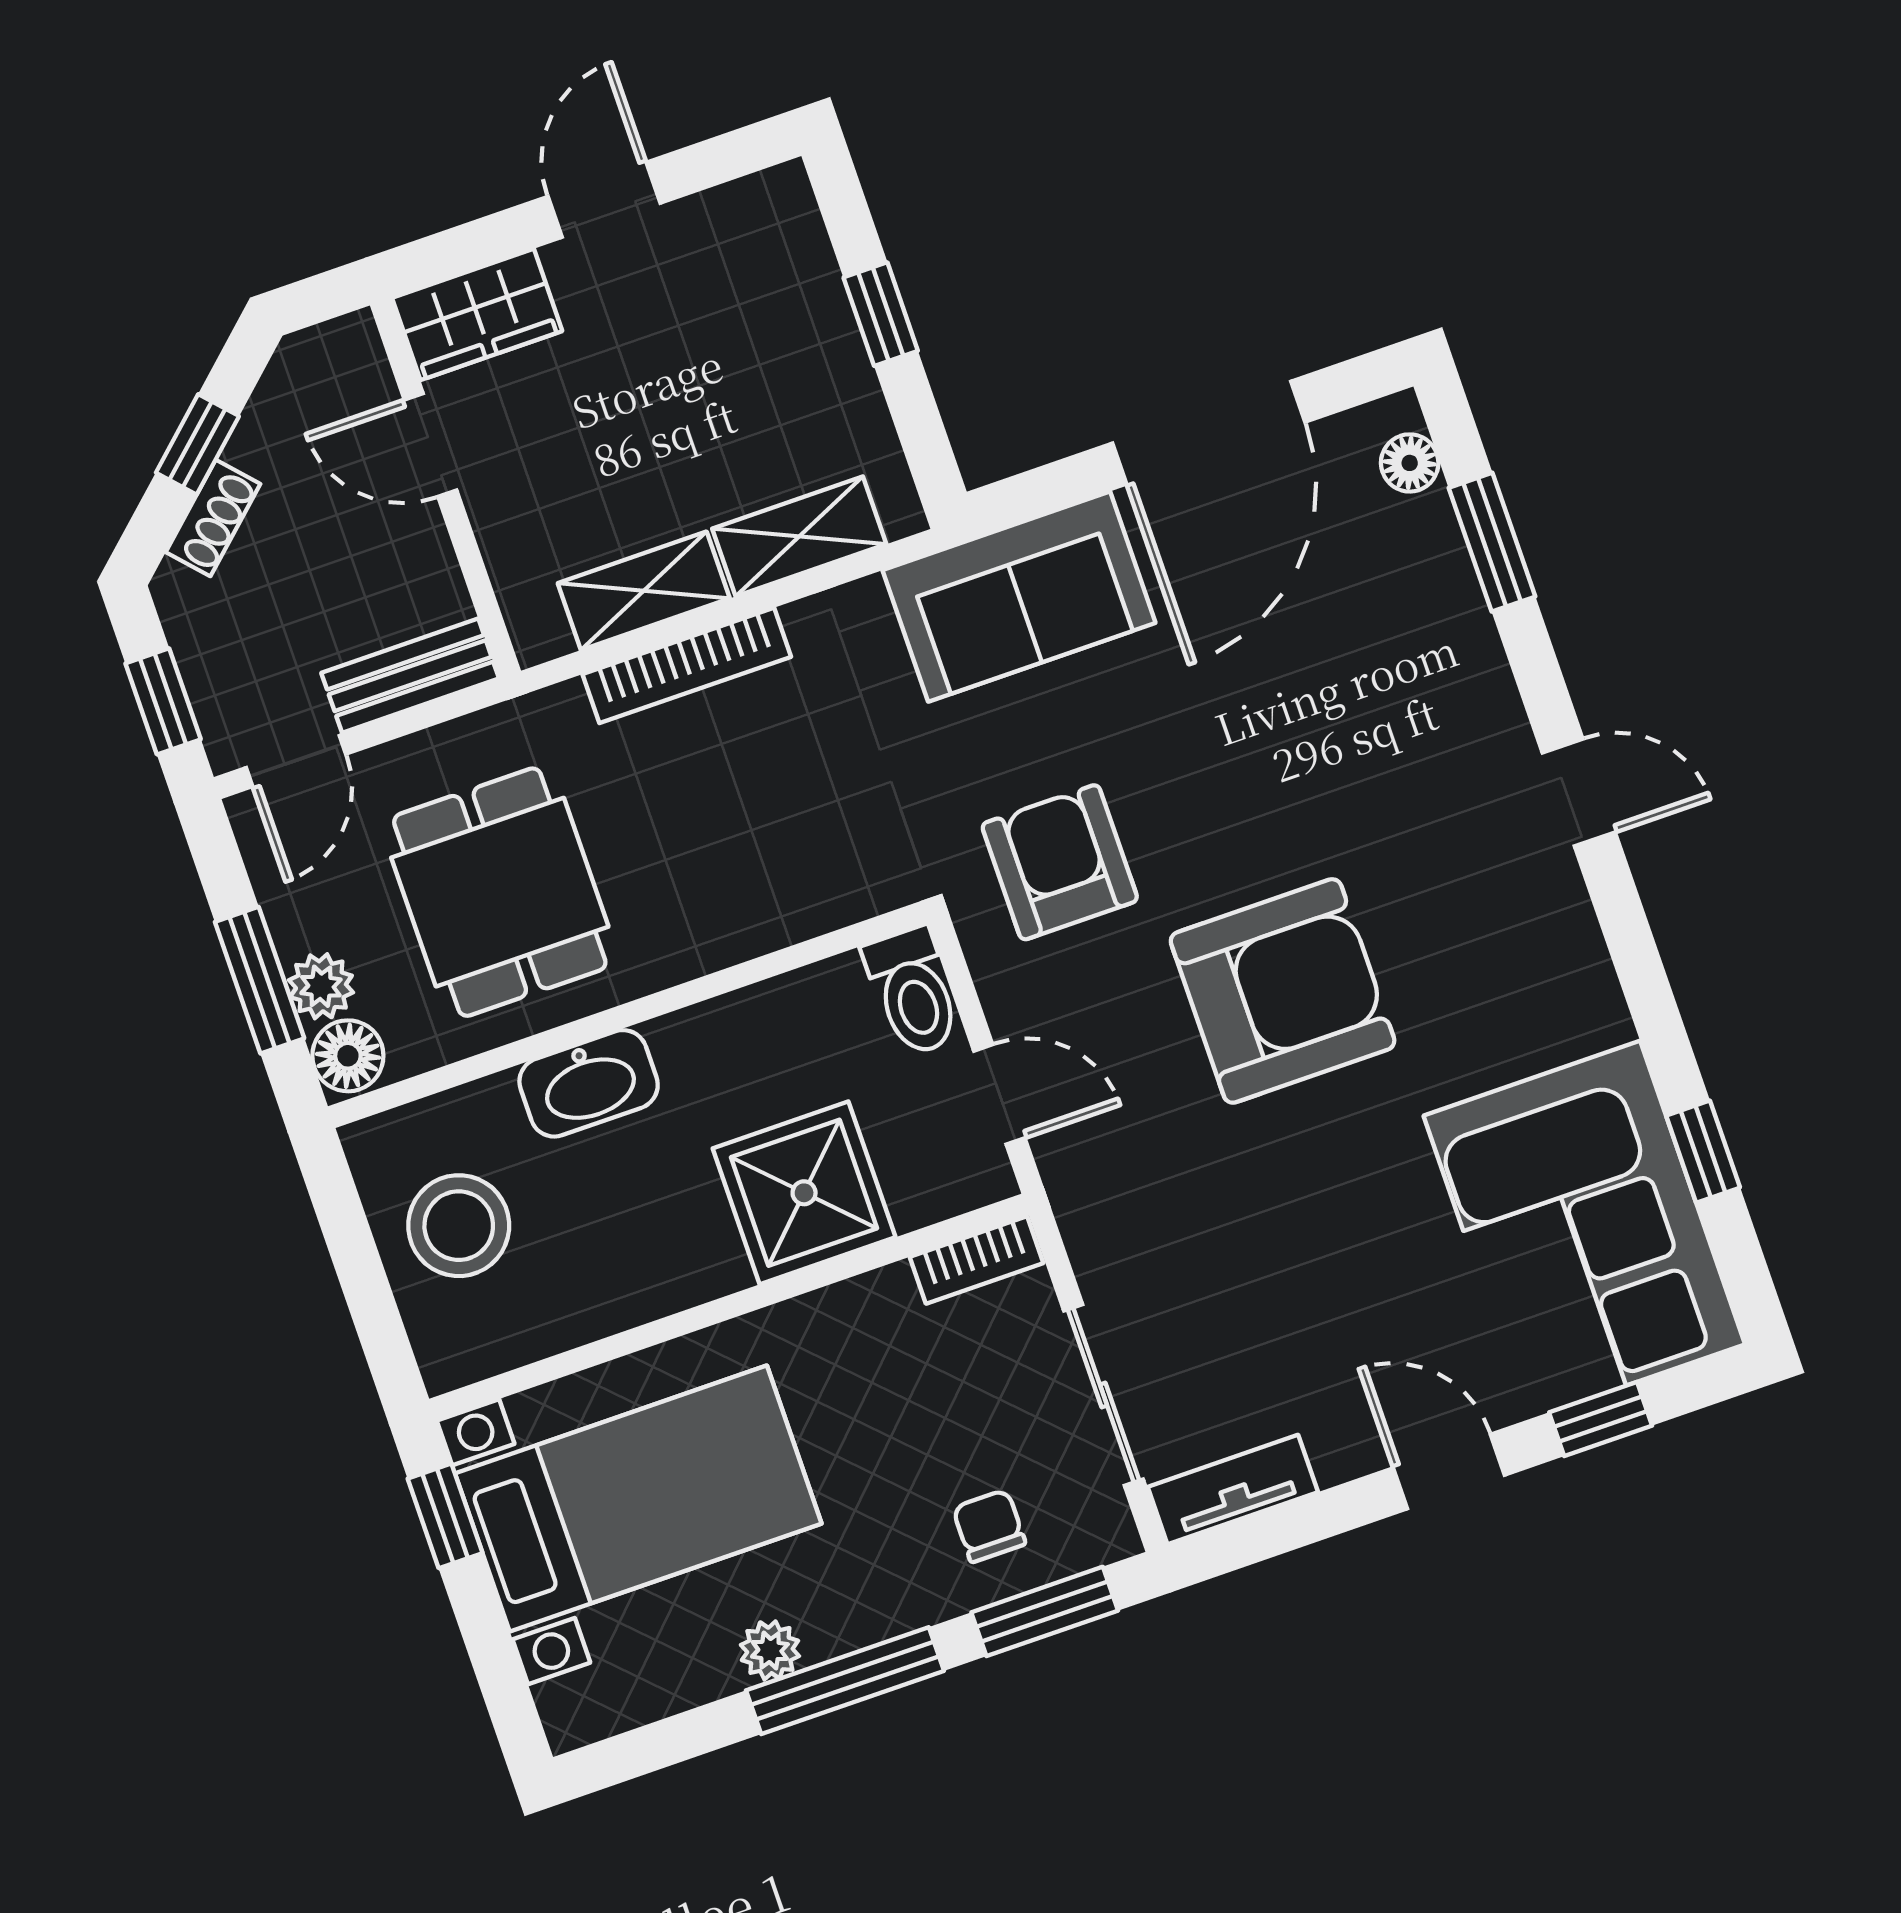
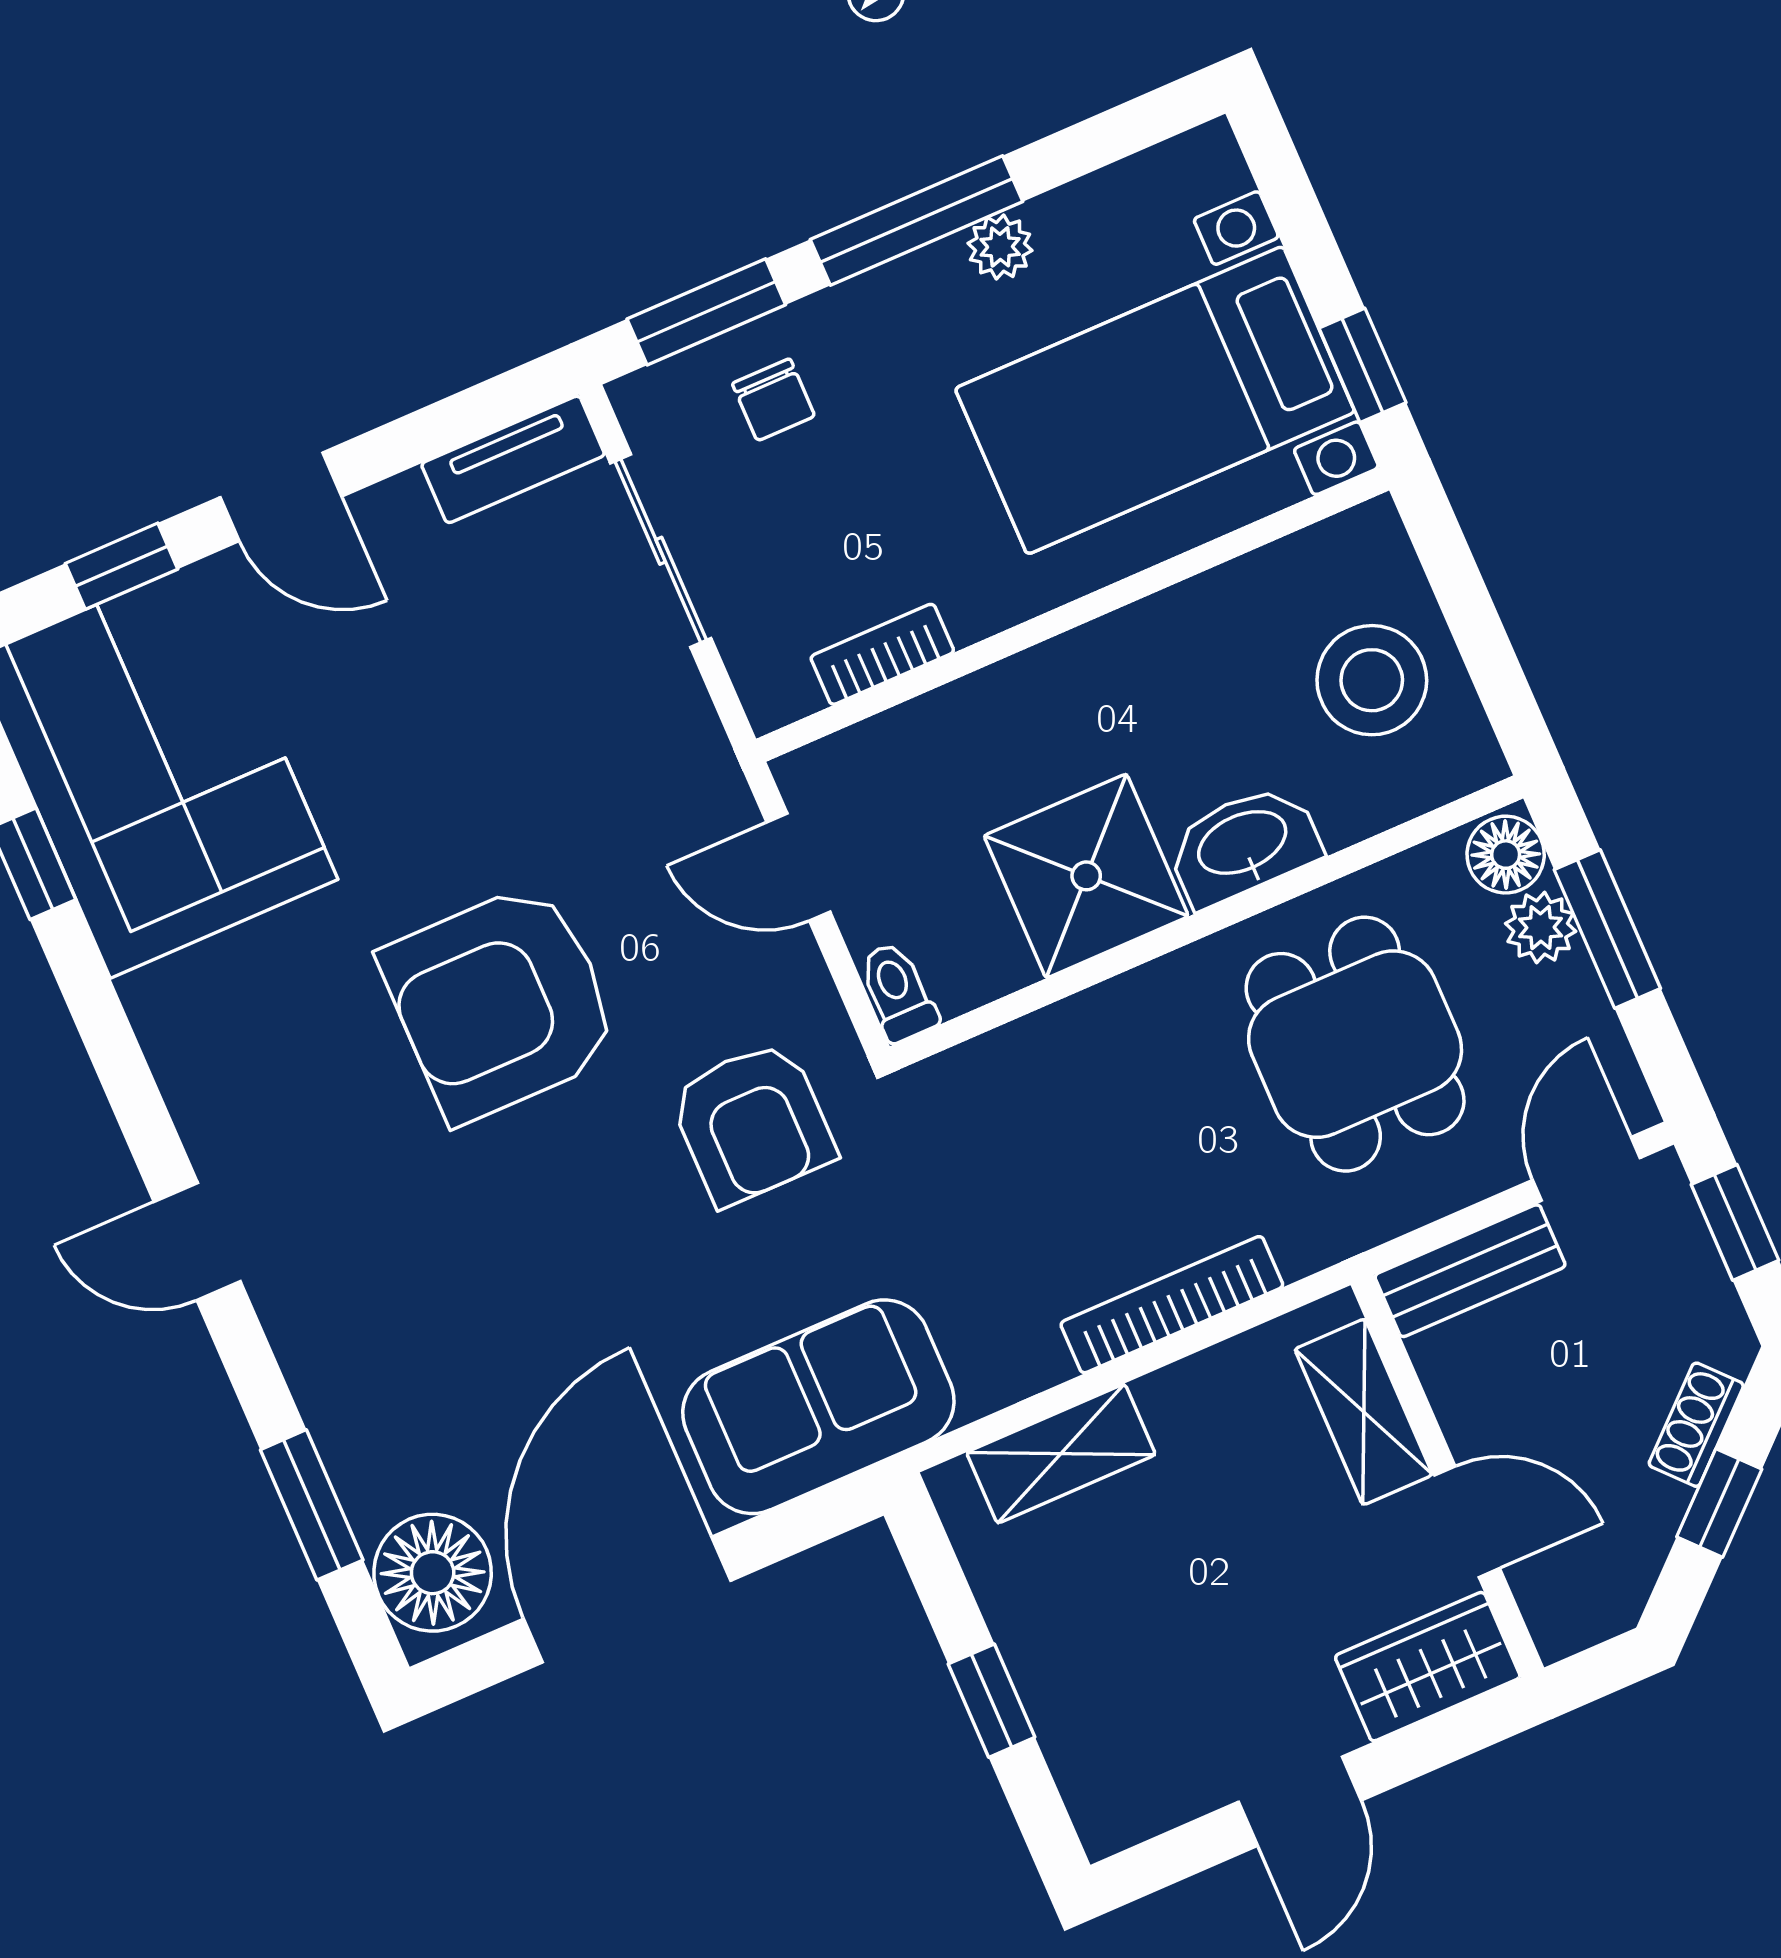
floor lamp: (1410, 463) -> (433, 1573), width x1.89, depth x1.89
shelving: (644, 591) -> (1364, 1412), moved, turned 90
toilet: (913, 991) -> (898, 992), width x0.73, depth x0.72
shower: (804, 1193) -> (1086, 876), moved
bookcase: (977, 1260) -> (882, 654), moved

